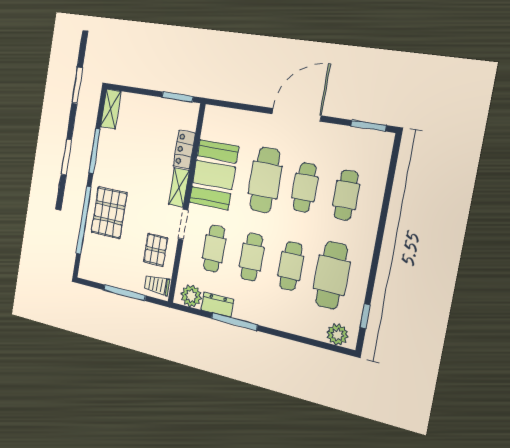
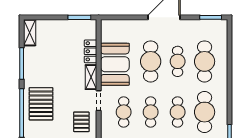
cafe table: (346, 195) -> (205, 61), width x1.37, depth x1.35

